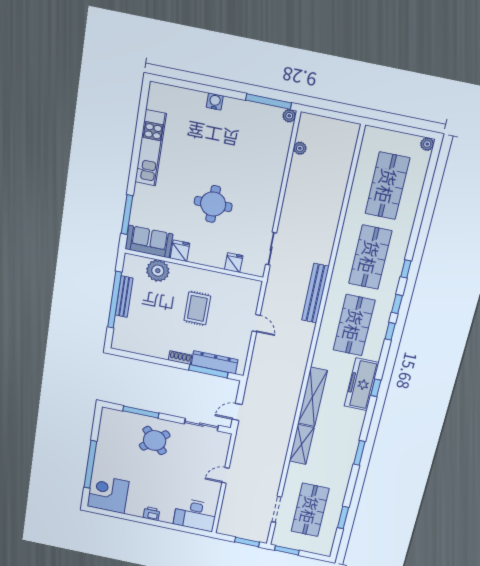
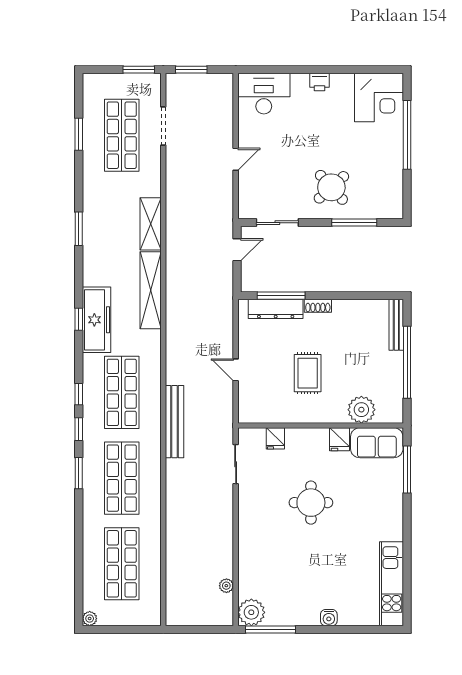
plant: (289, 116) -> (251, 612), width x1.88, depth x1.88
kitchen unit: (151, 148) -> (392, 584), moved
window: (406, 269) -> (79, 473), width x1.50
bench: (124, 297) -> (396, 325), moved

